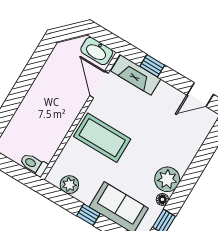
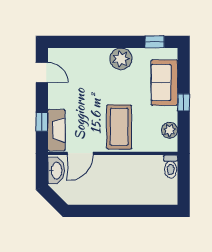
floor lamp: (162, 199) -> (138, 53), removed

